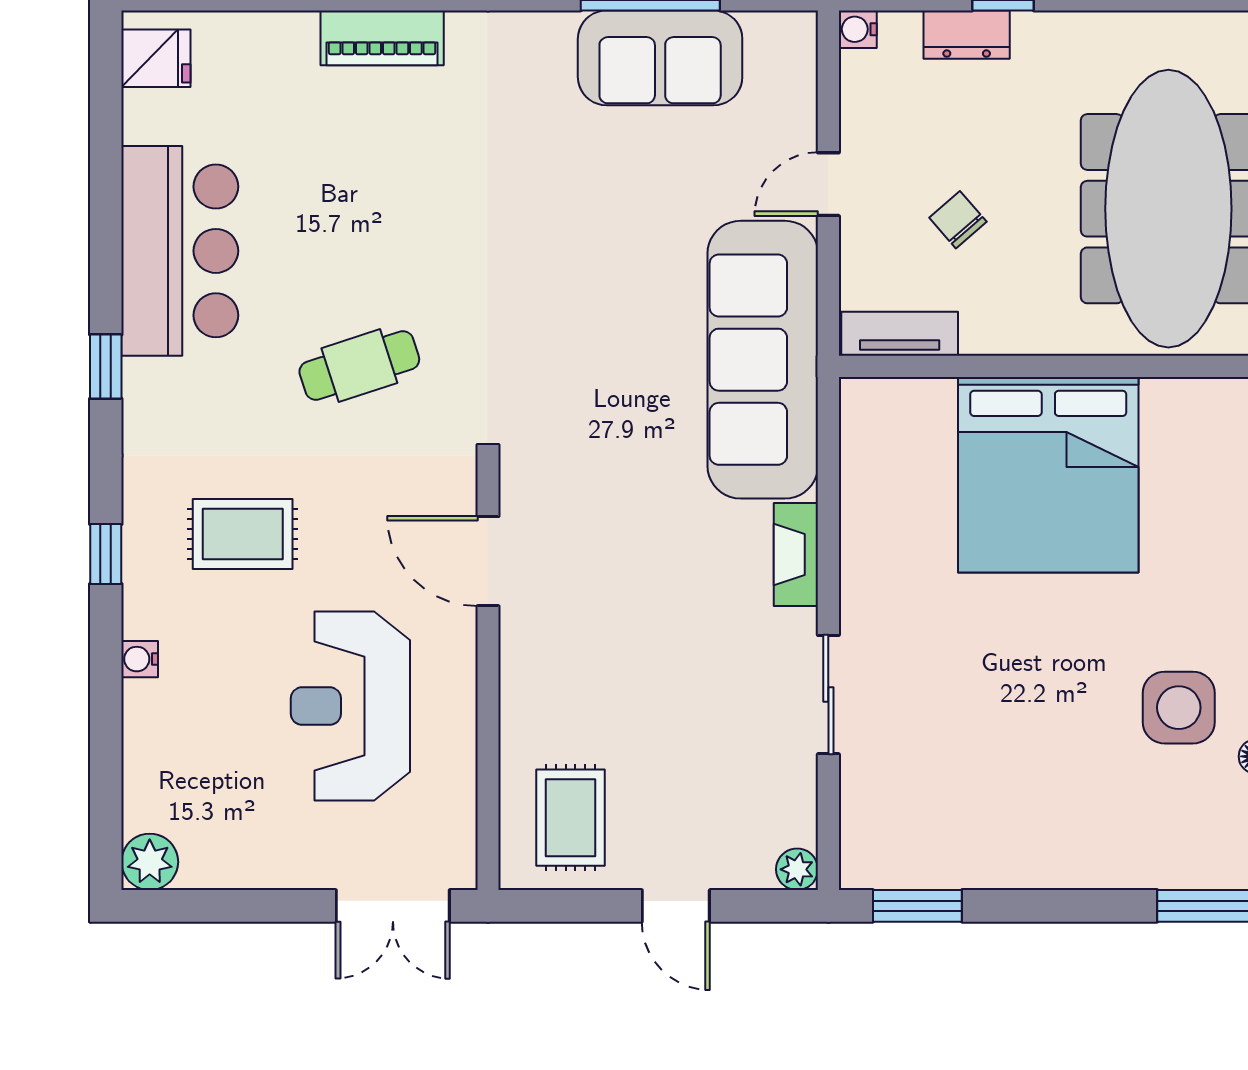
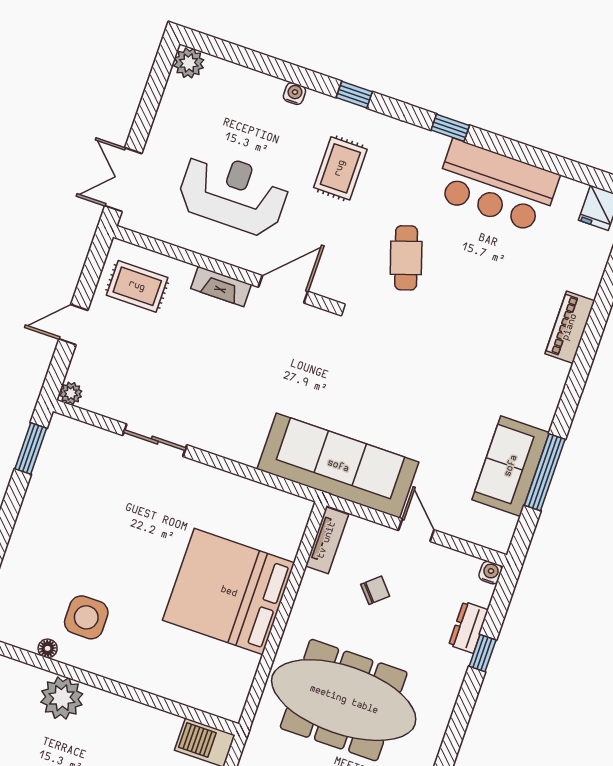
fireplace: (796, 555) -> (221, 287), moved, turned 180

